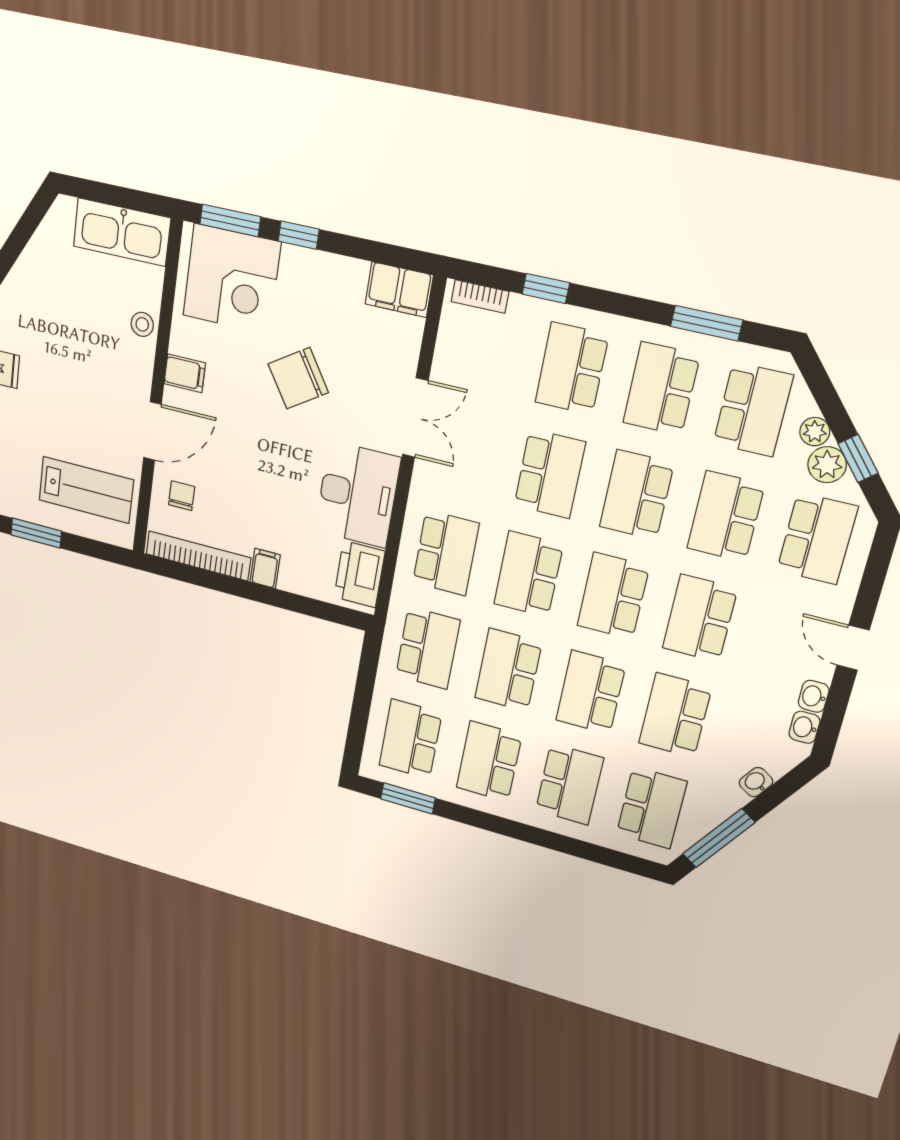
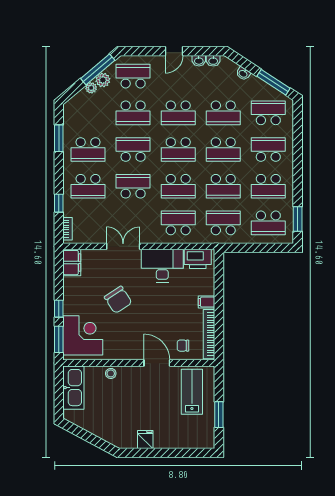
filing cabinet: (185, 373) -> (128, 351), removed
school desk: (753, 410) -> (88, 113), removed
window: (858, 458) -> (98, 69), width x2.17
school desk: (637, 495) -> (133, 150), turned 180

